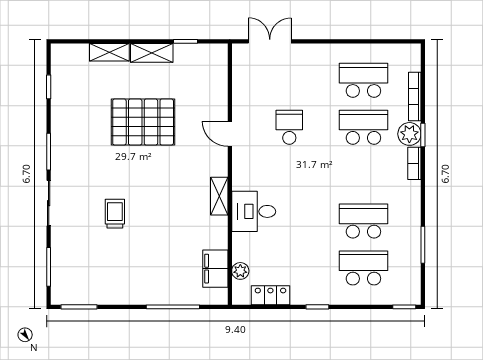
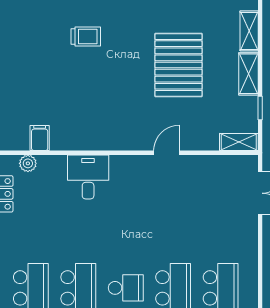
school desk: (289, 127) -> (126, 288), moved
shelving: (219, 196) -> (239, 142), moved
filing cabinet: (215, 269) -> (40, 138), width x0.50

